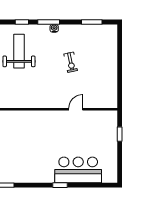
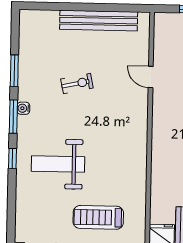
window: (92, 22) -> (14, 71), moved
bench: (111, 75) -> (99, 21), added

